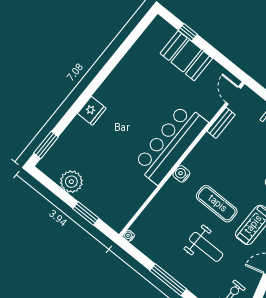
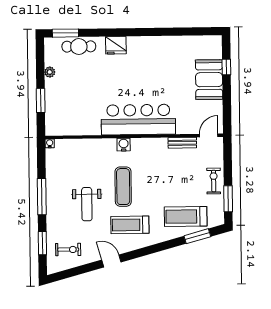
cafe table: (67, 143) -> (79, 47), added
plant: (71, 182) -> (50, 72), width x0.53, depth x0.53

